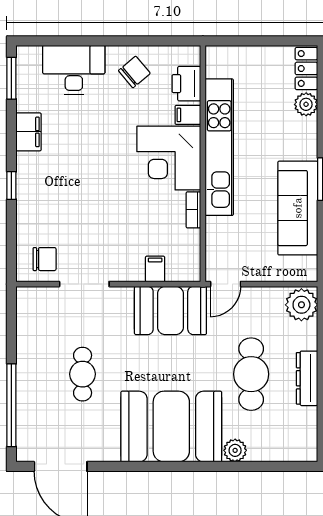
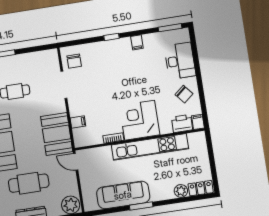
filing cabinet: (188, 115) -> (198, 122), moved
filing cabinet: (29, 132) -> (137, 42), width x0.50

